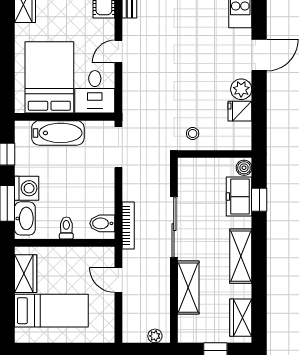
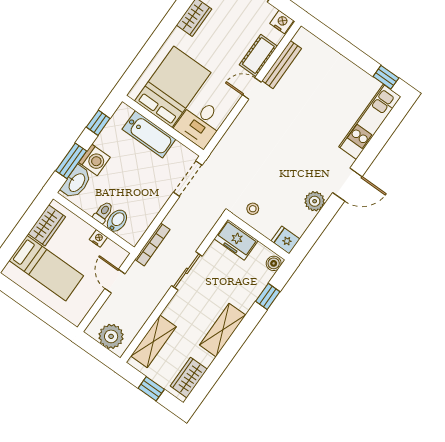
door: (118, 51) -> (252, 89), moved
fridge: (240, 111) -> (286, 240), moved
freezer: (239, 197) -> (236, 240), moved, turned -90
bidet: (102, 223) -> (117, 221), moved, turned 90
sliding door: (174, 227) -> (187, 271), width x0.73
nightstand: (78, 253) -> (98, 238), added
shelving: (188, 288) -> (153, 341), moved
plant: (155, 336) -> (111, 336), width x1.87, depth x1.87

